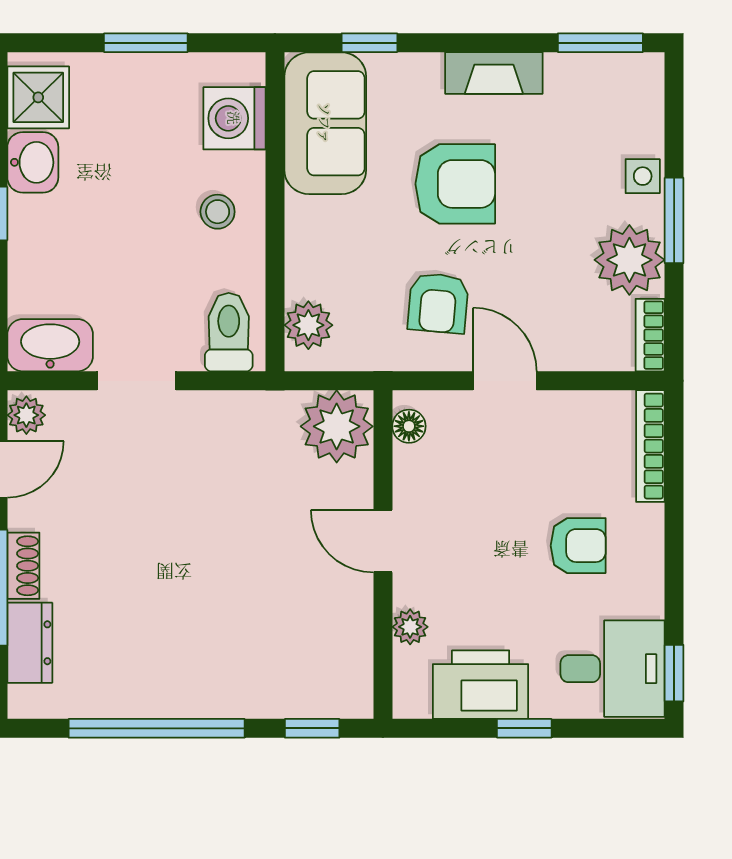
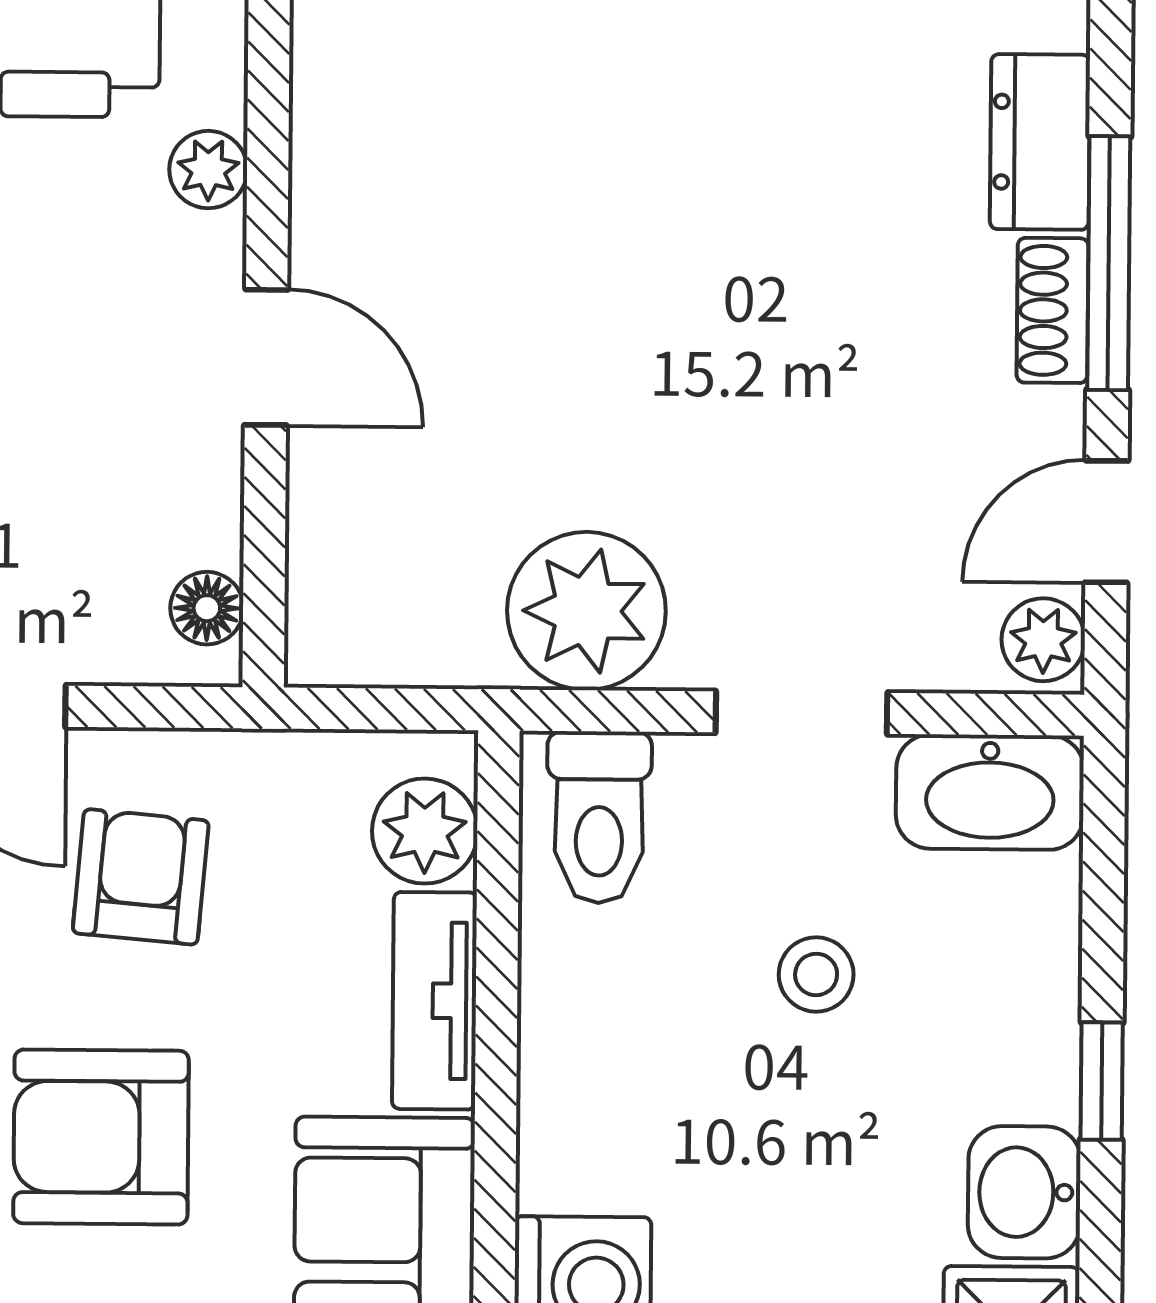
stool: (218, 212) -> (816, 974), moved
tv unit: (303, 248) -> (435, 1001), added
plant: (337, 426) -> (586, 611), moved

